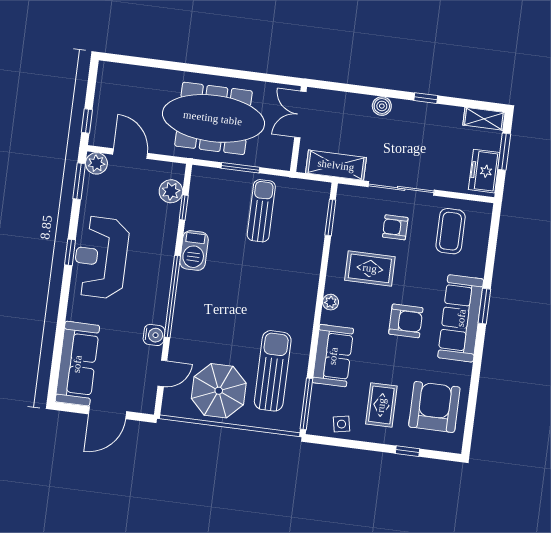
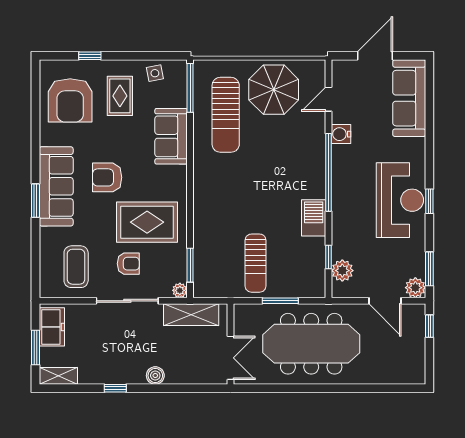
rug: (370, 268) -> (147, 222), width x1.36, depth x1.43
plant: (331, 302) -> (180, 290), moved

